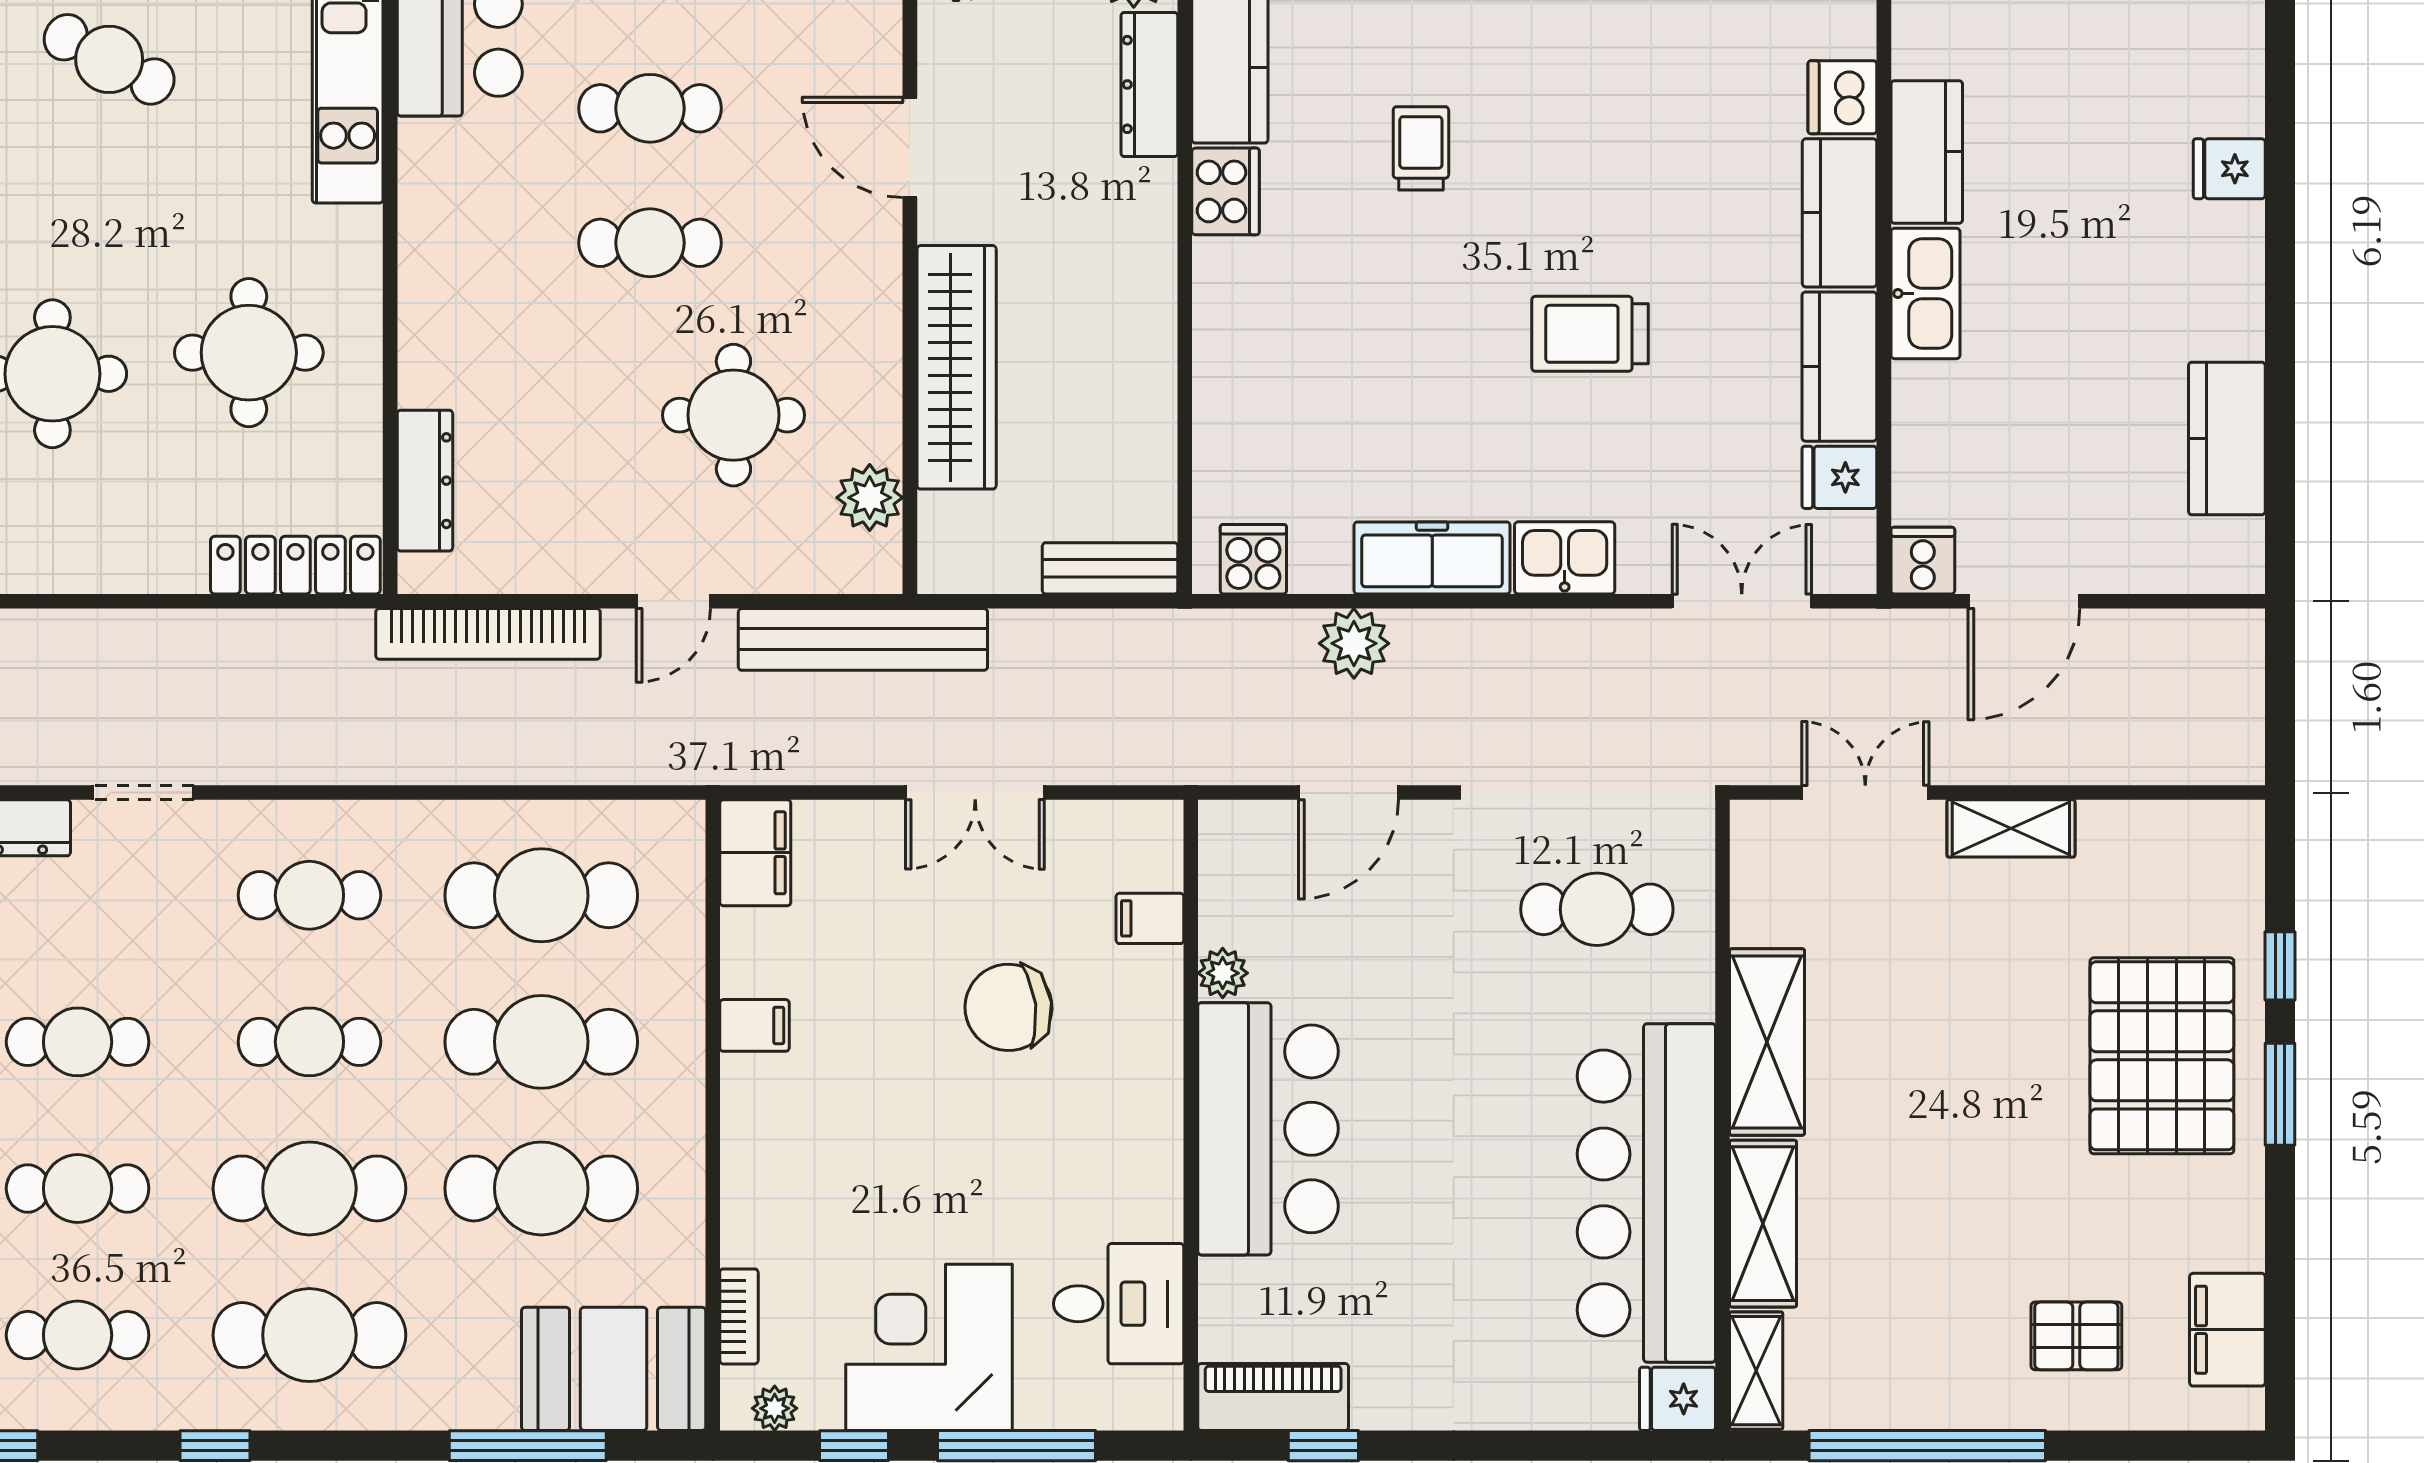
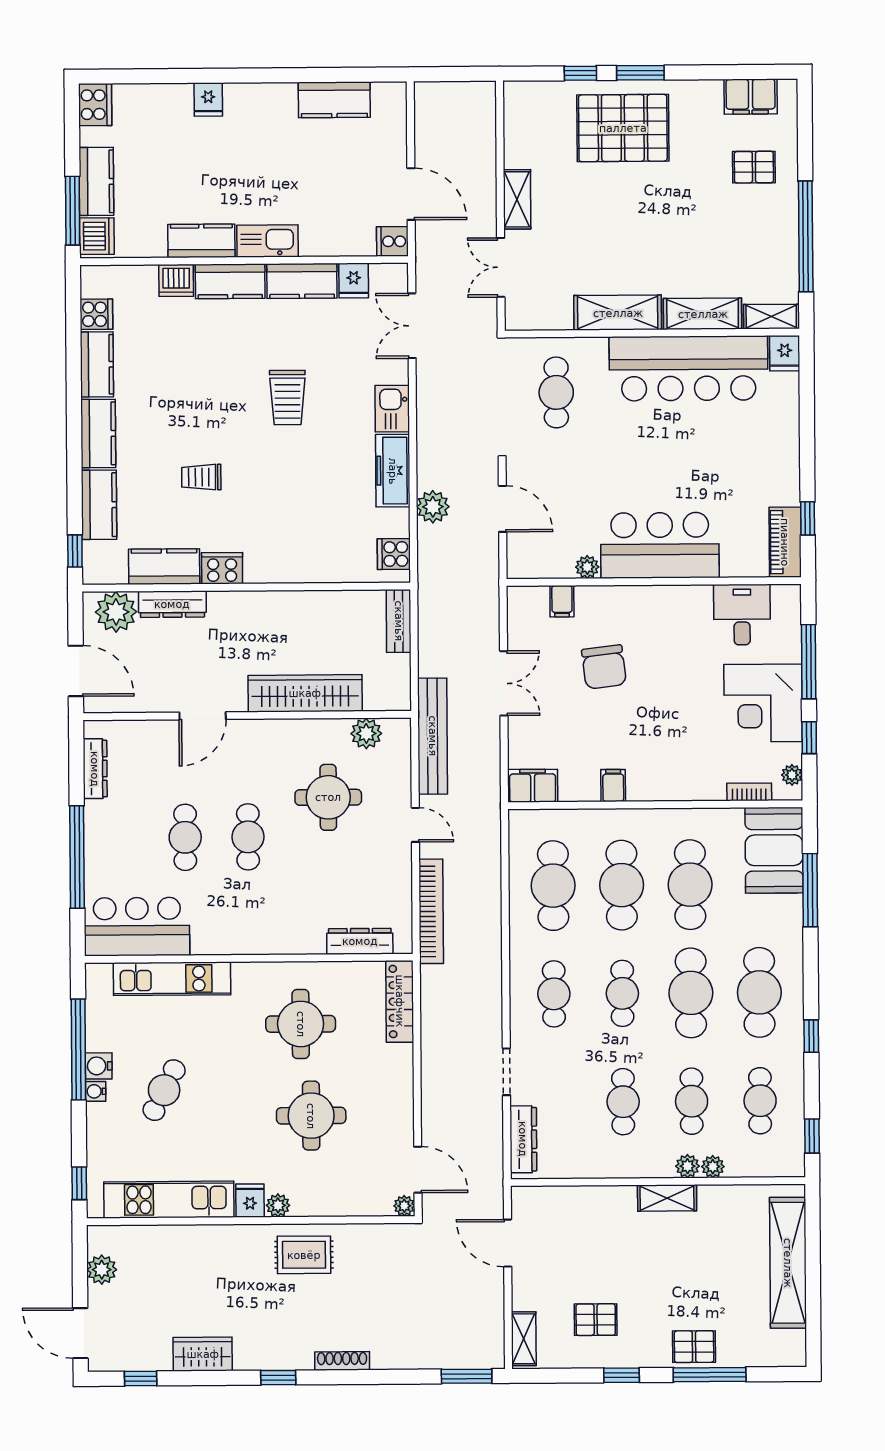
pallet: (2076, 1336) -> (754, 167), turned 90

